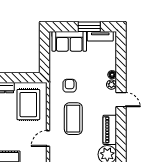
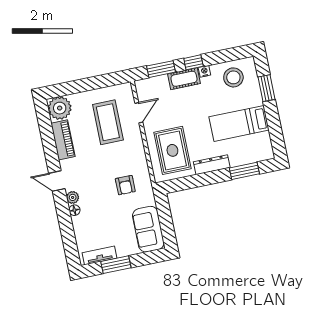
sofa: (69, 41) -> (148, 229), moved, turned -90
coffee table: (73, 119) -> (108, 122), moved

